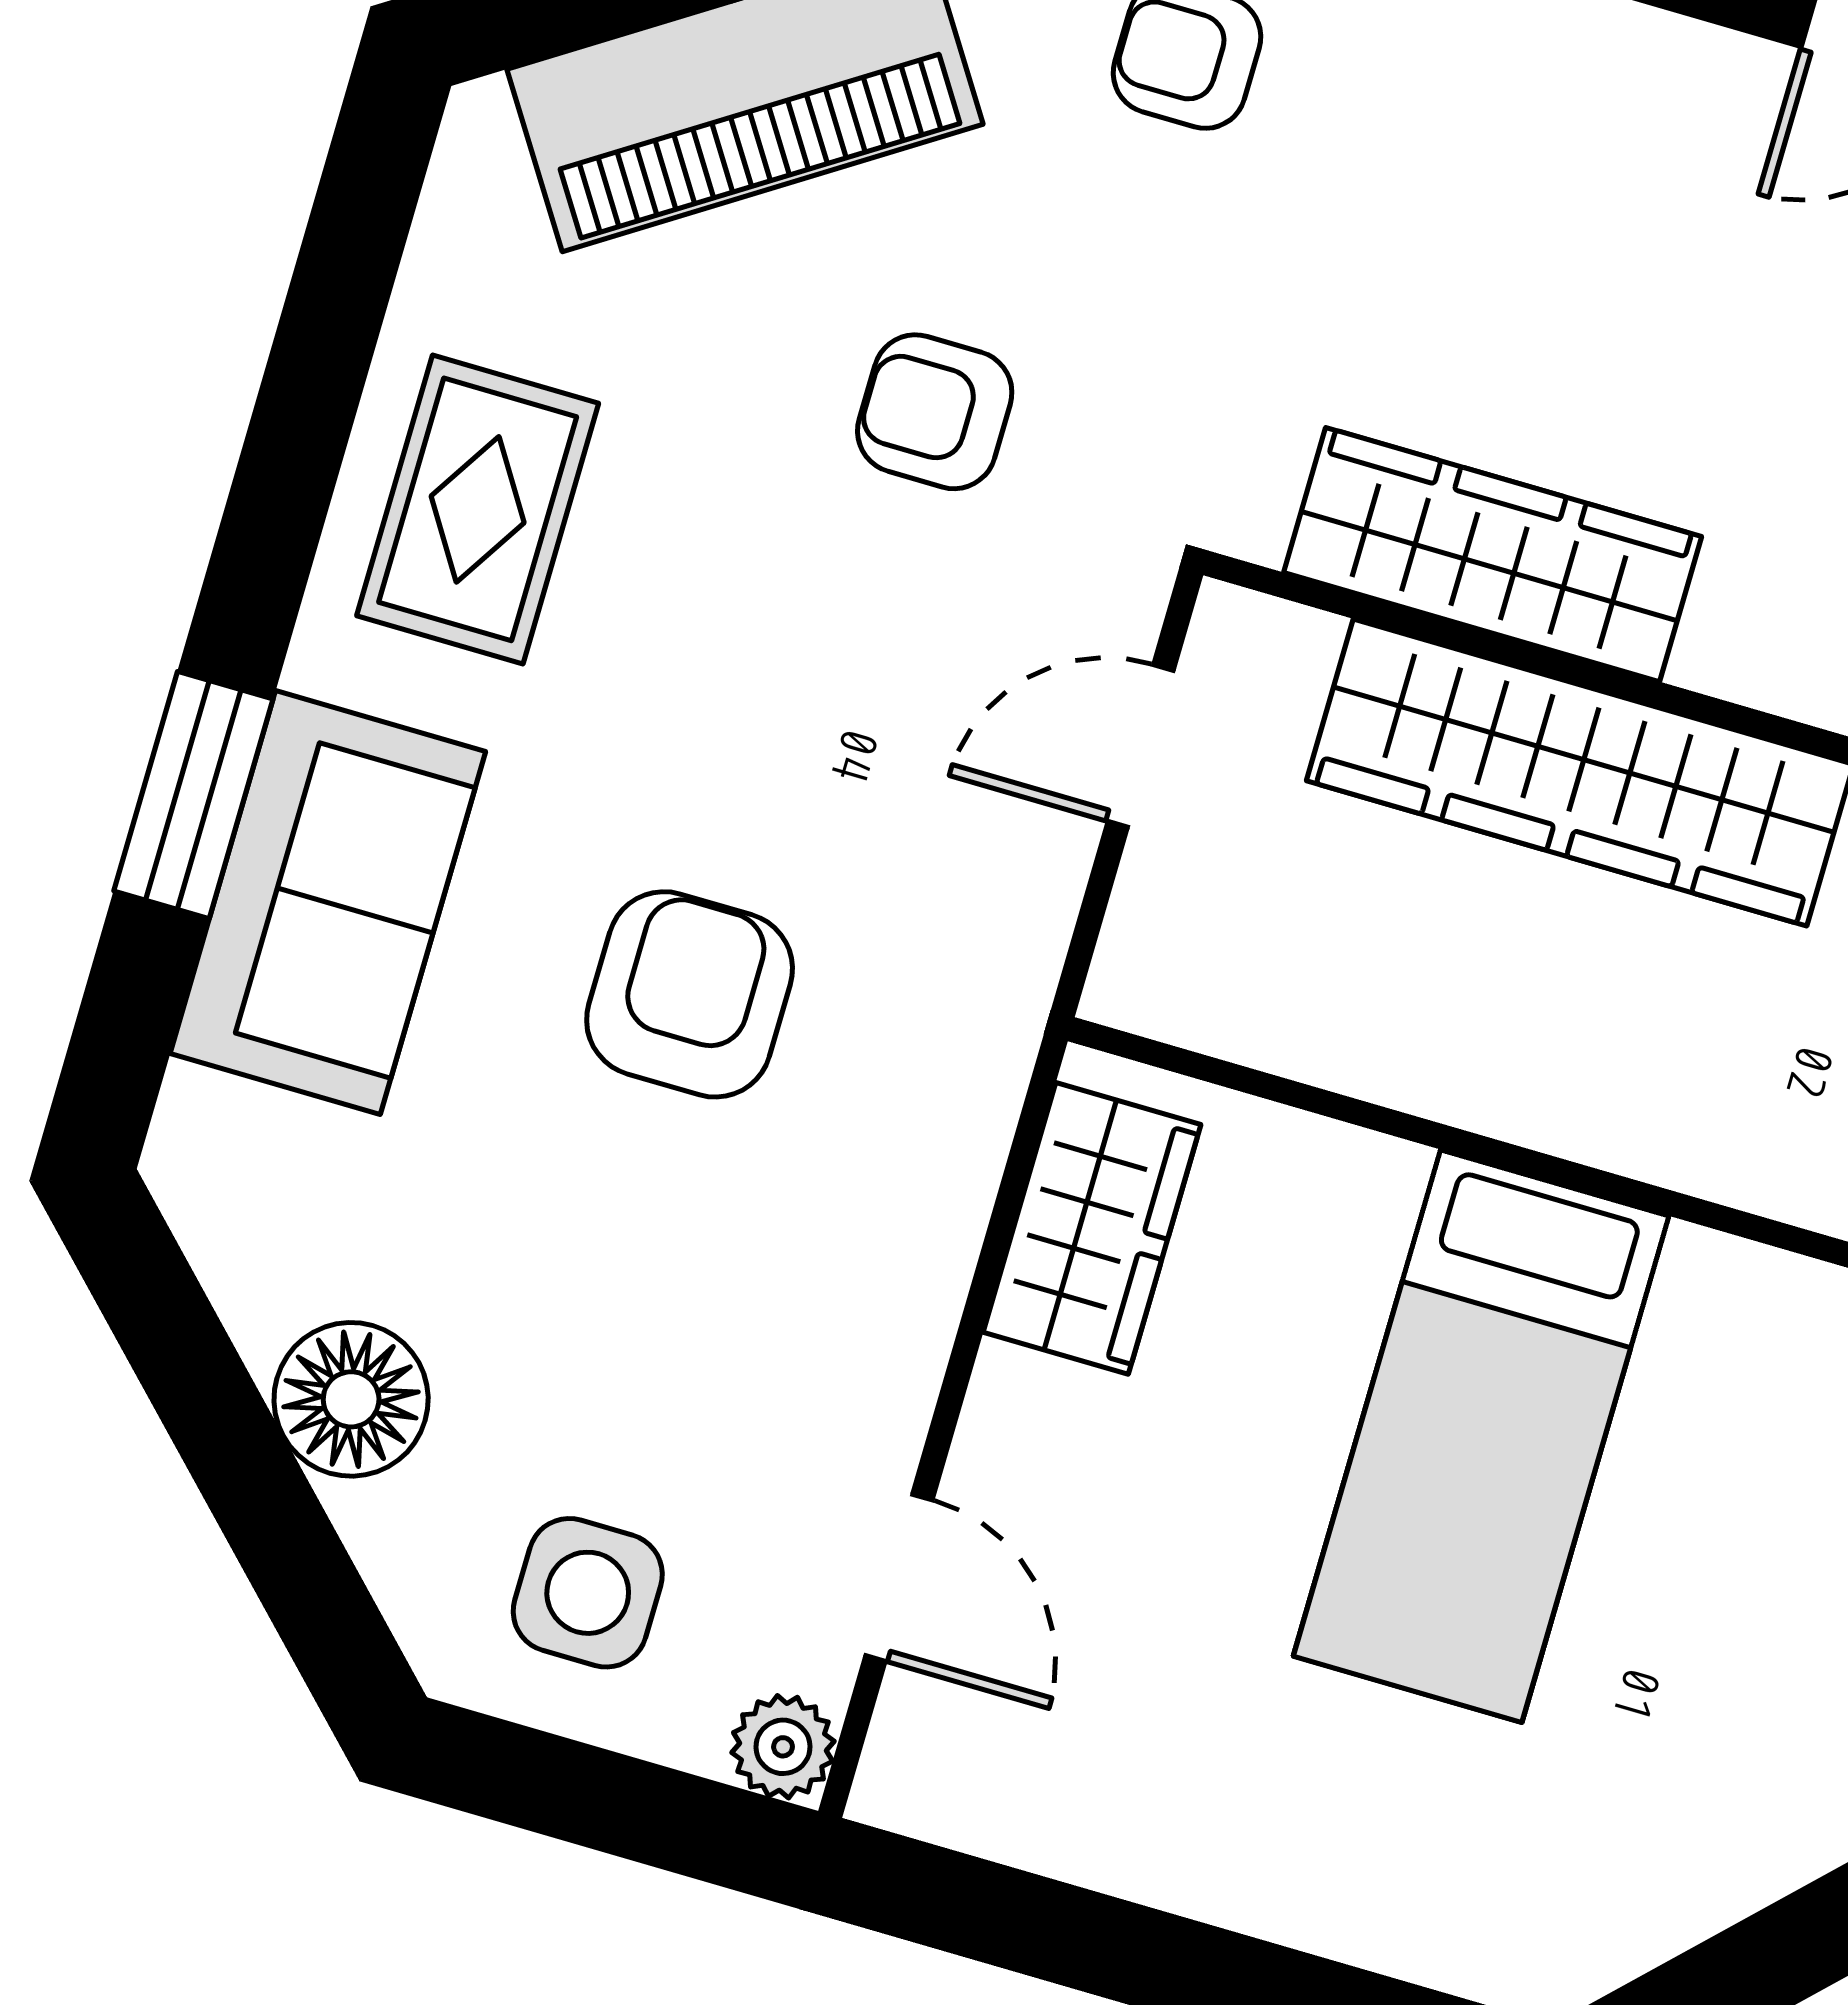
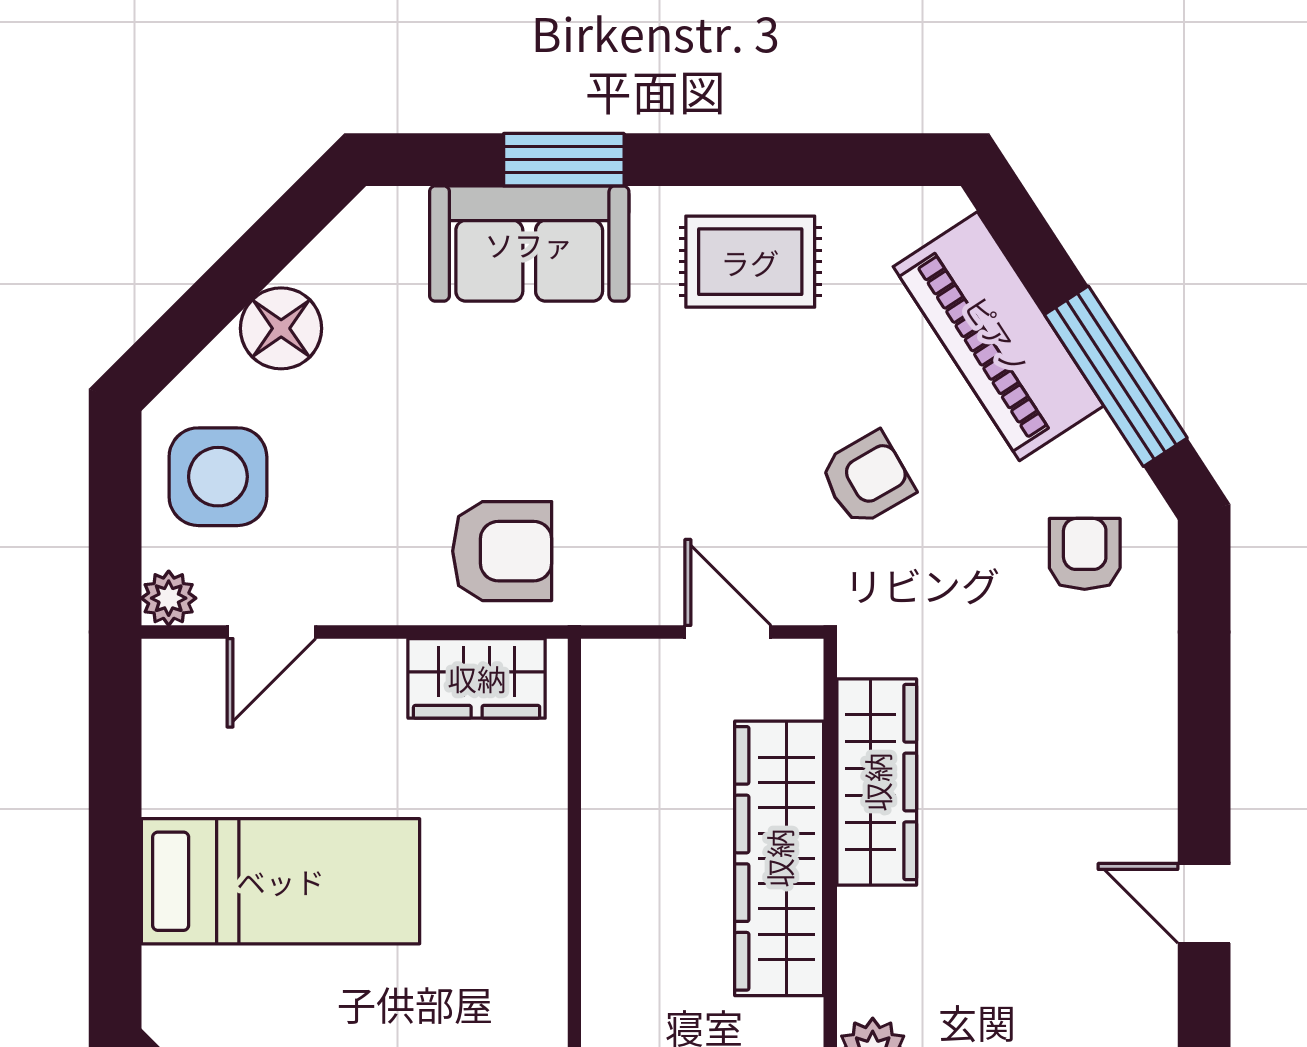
armchair: (935, 412) -> (867, 479), turned 60
armchair: (690, 994) -> (502, 551), moved
bed: (1481, 1436) -> (281, 881), moved, turned 180
side table: (588, 1593) -> (218, 477), width x1.37, depth x1.37

